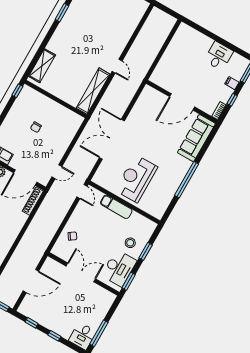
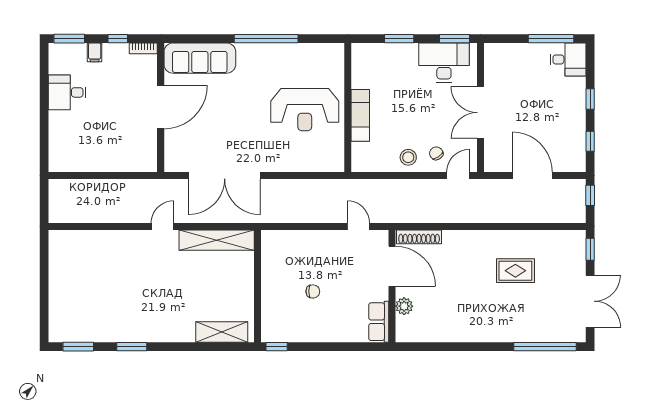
door: (182, 102) -> (161, 107), hinge flipped
double door: (112, 139) -> (225, 176), moved
door: (82, 192) -> (458, 176), moved
stool: (130, 243) -> (408, 157), moved

